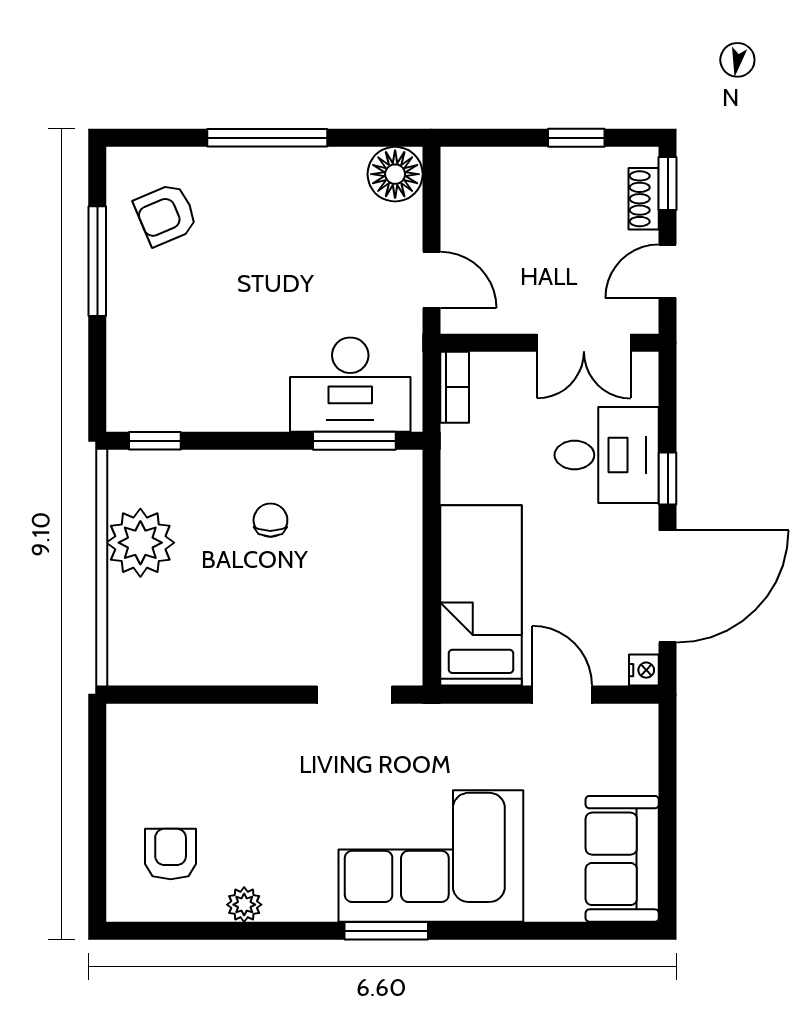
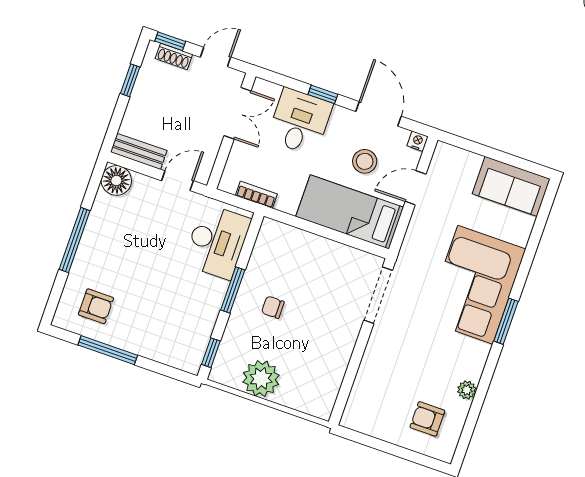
bench: (459, 195) -> (139, 151), added
armchair: (166, 215) -> (96, 306), turned -67
door: (668, 271) -> (216, 57), swing flipped
bookcase: (455, 387) -> (256, 195), moved
window: (354, 441) -> (233, 290), moved
door: (668, 586) -> (379, 114), width x0.73
stool: (577, 591) -> (365, 161), added
doorway: (354, 695) -> (378, 295), width x1.38

